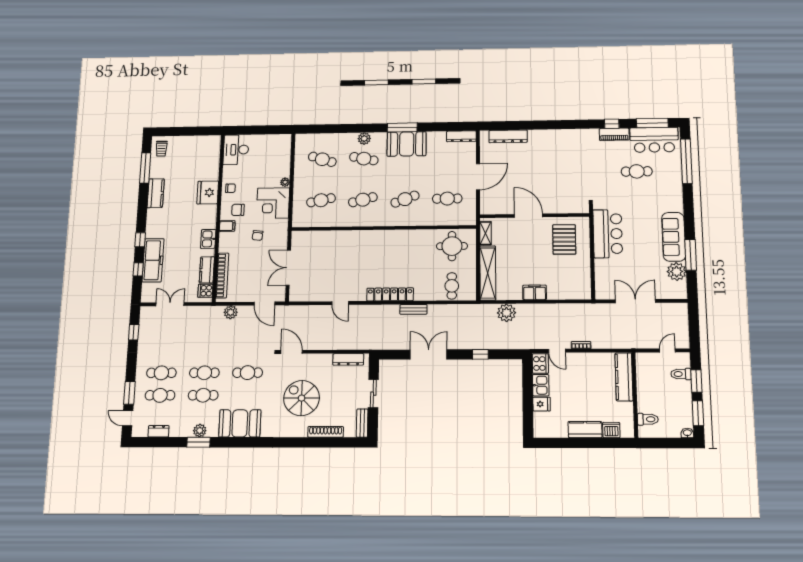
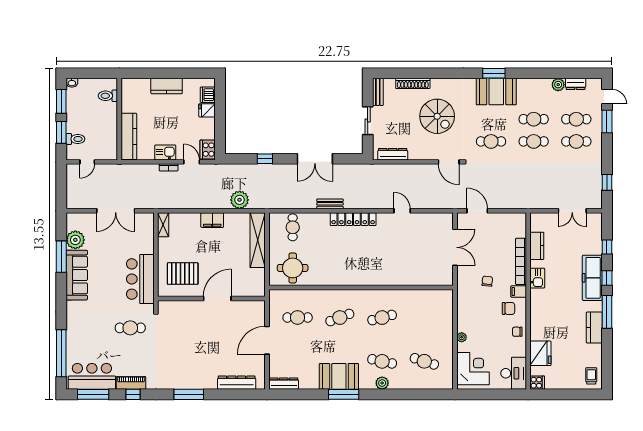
window: (556, 125) -> (189, 394), added
window: (145, 168) -> (607, 312), moved
cafe table: (637, 171) -> (130, 328), moved
fridge: (208, 192) -> (540, 353), moved
cafe table: (321, 200) -> (424, 318), removed
corner desk: (273, 203) -> (473, 369), moved
door: (529, 216) -> (217, 299), swing flipped
shelving: (485, 233) -> (163, 225), moved
pallet: (564, 239) -> (183, 274), turned 90
freezer: (153, 260) -> (592, 278), moved
bookcase: (222, 275) -> (521, 261), moved
cooker: (205, 291) -> (537, 383), moved
plant: (231, 312) -> (511, 202), removed
kitchen sink: (541, 385) -> (165, 152), moved, turned 90
dishwasher: (611, 430) -> (208, 95), moved, turned 90
plant: (200, 431) -> (558, 85), moved
window: (198, 442) -> (494, 73), moved

